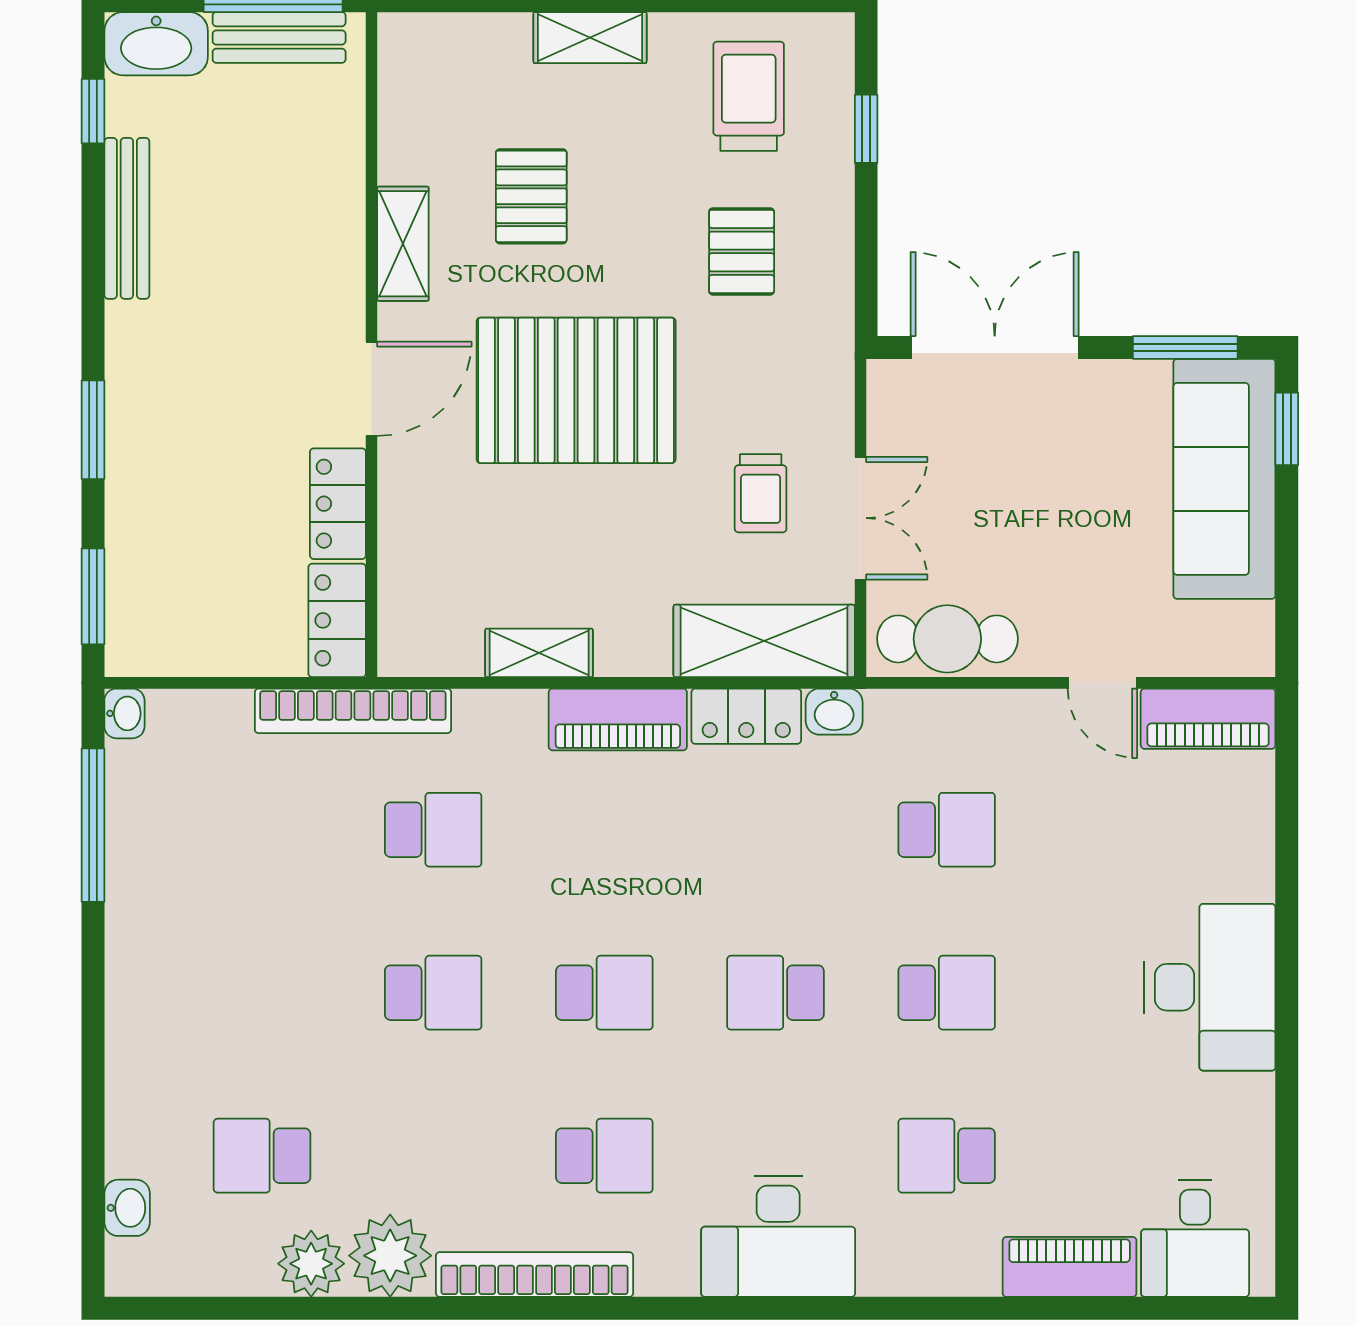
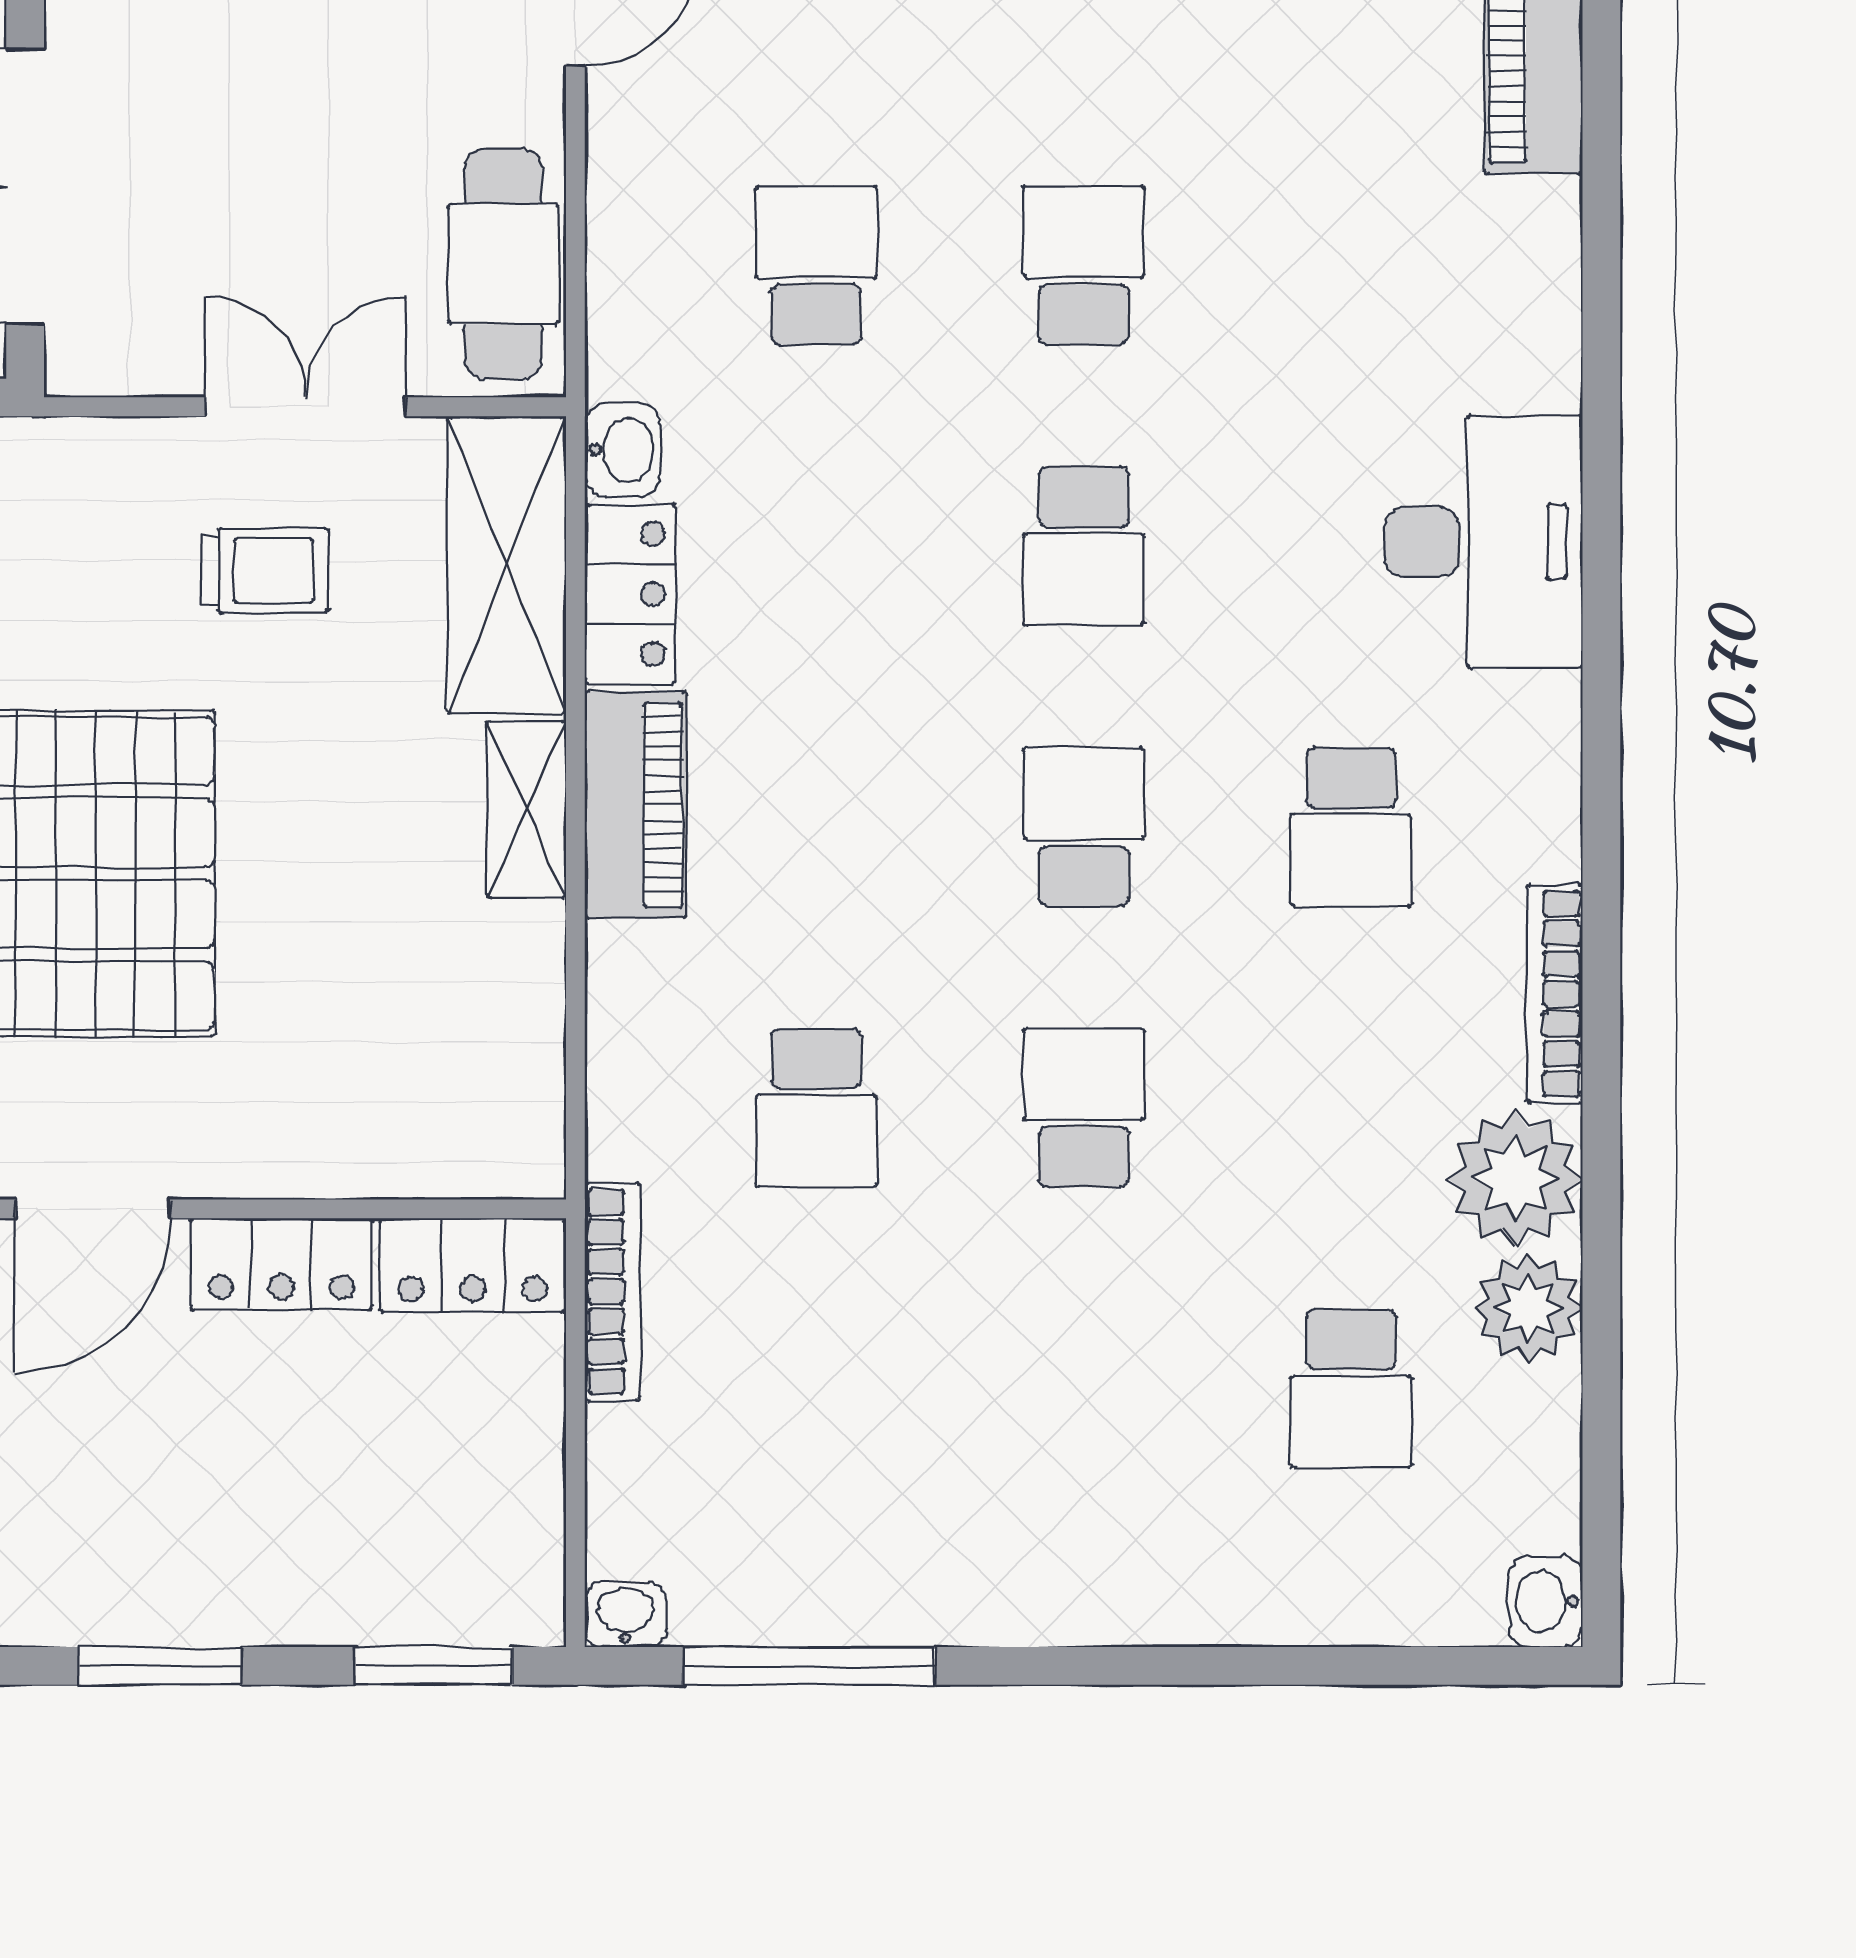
door: (372, 389) -> (93, 1209), swing flipped
shelving: (539, 653) -> (526, 809), moved
bookcase: (353, 711) -> (613, 1292), width x0.68, depth x0.76
school desk: (433, 830) -> (816, 1108), turned 180
school desk: (604, 1156) -> (1351, 827), turned 180
school desk: (947, 1156) -> (1351, 265), removed
washbasin: (127, 1208) -> (1545, 1601), moved, turned -90
bookcase: (534, 1274) -> (1555, 994), width x0.68, depth x0.76

